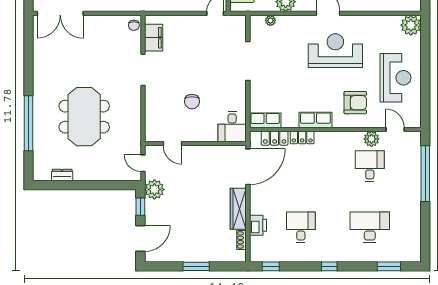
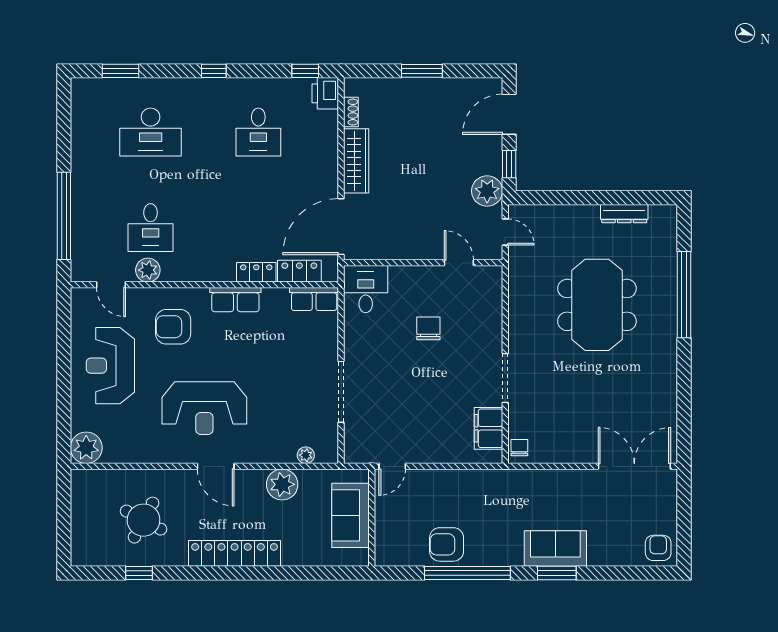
dresser: (62, 175) -> (624, 214), width x1.44
printer: (258, 225) -> (325, 93), moved

